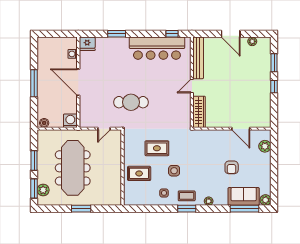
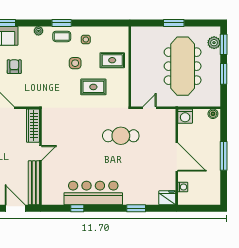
bench: (198, 58) -> (34, 183), moved
wall: (192, 82) -> (41, 157), moved
door: (192, 86) -> (41, 153), moved
wardrobe: (199, 112) -> (33, 126), moved

